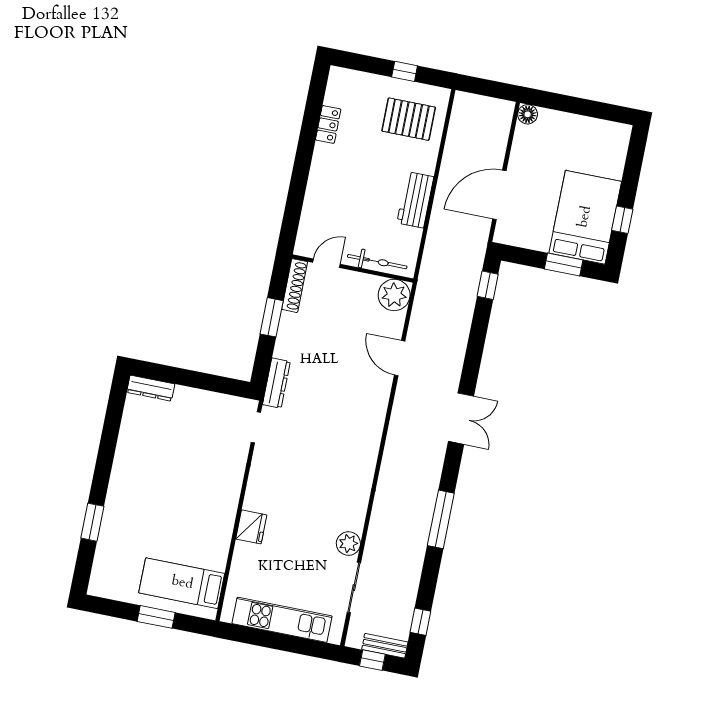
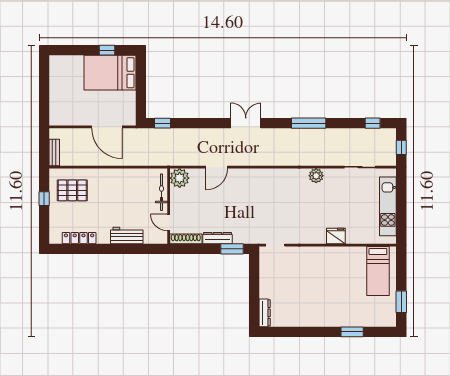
floor lamp: (528, 114) -> (55, 120), removed
pallet: (409, 119) -> (72, 190), turned 90
locker: (328, 124) -> (79, 238), width x1.53
workbench: (415, 200) -> (127, 236), moved, turned 180
window: (564, 265) -> (141, 80), removed
window: (272, 317) -> (232, 249), moved
dresser: (276, 383) -> (217, 238), moved
plant: (348, 544) -> (316, 176), moved
window: (156, 617) -> (401, 302), moved
bench: (385, 646) -> (54, 152), moved

